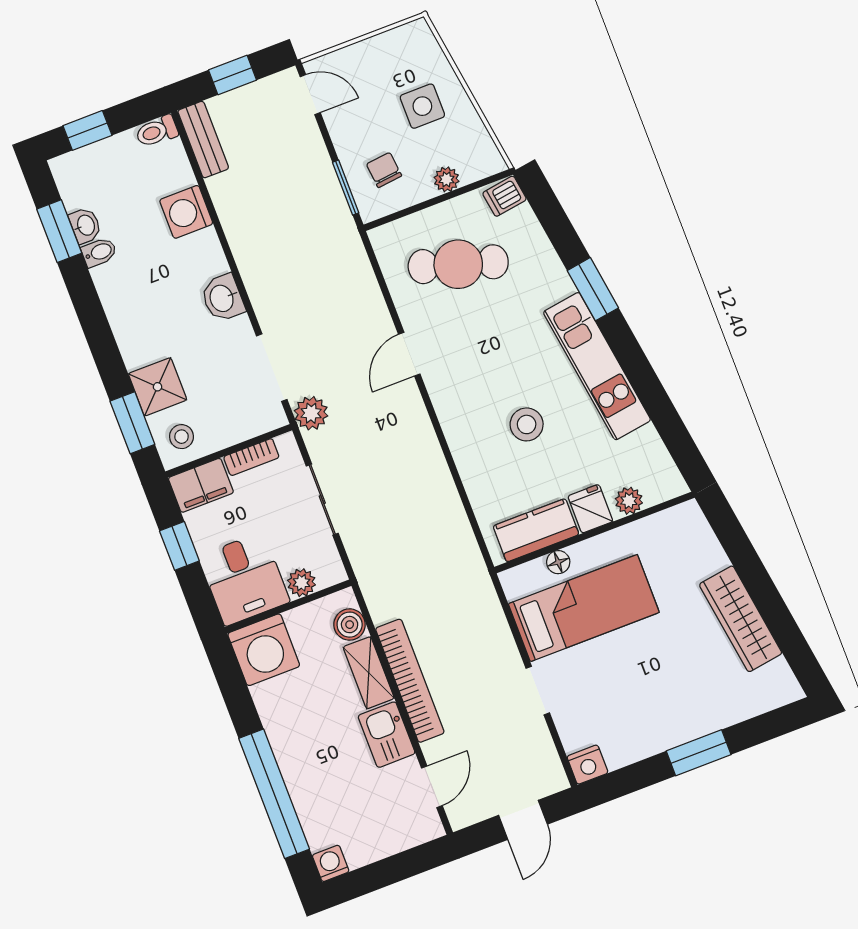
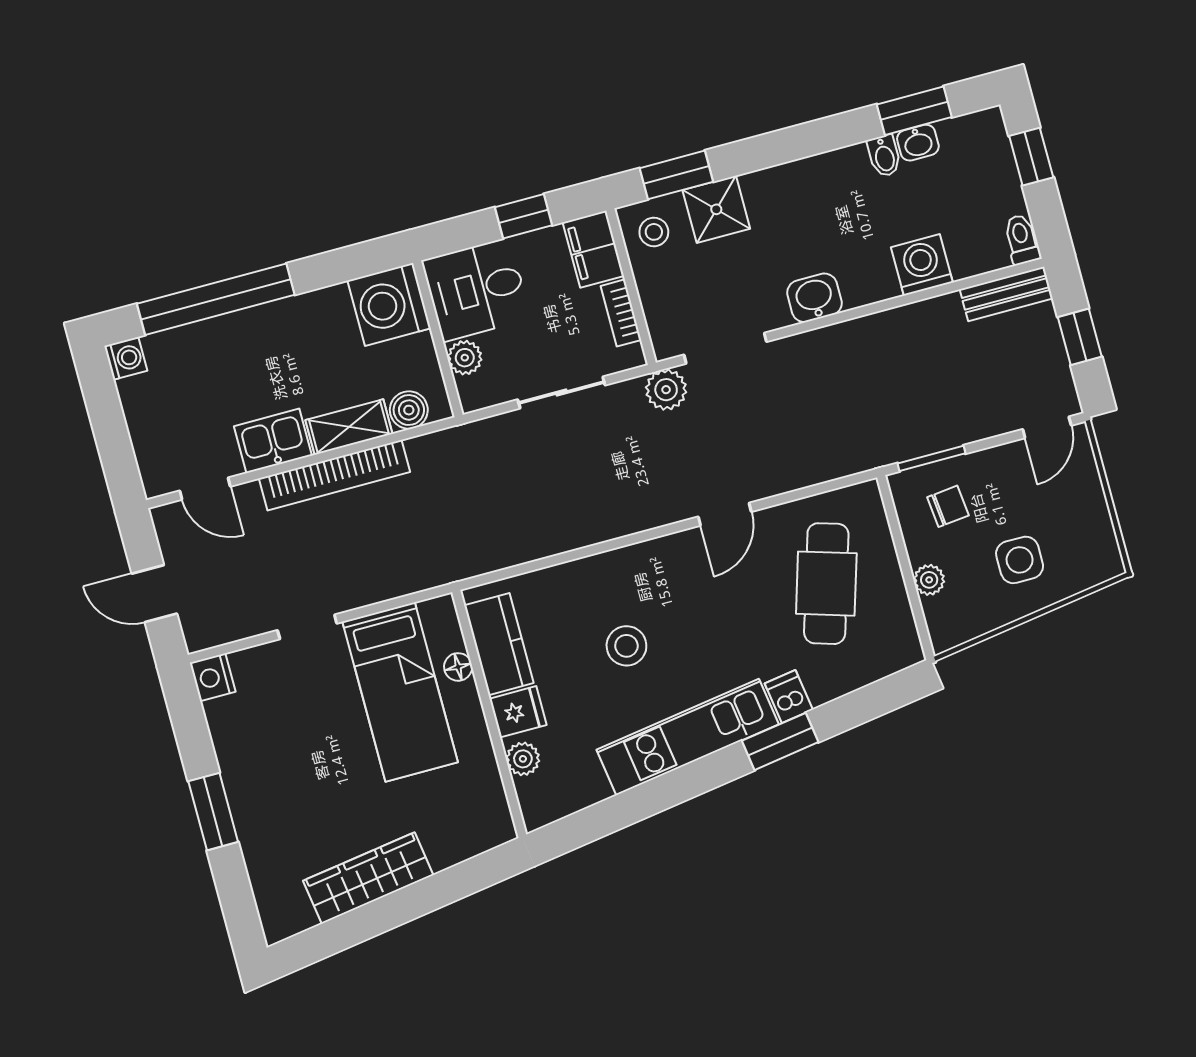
dishwasher: (504, 196) -> (789, 697), moved
door: (409, 354) -> (725, 514), swing flipped

